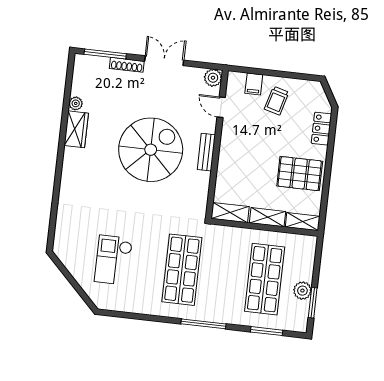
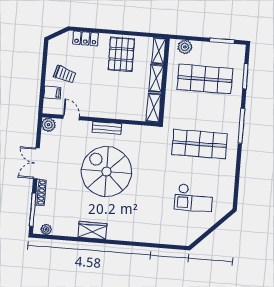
plant: (76, 103) -> (46, 229), moved
door: (221, 107) -> (71, 118), swing flipped
plant: (302, 291) -> (185, 47), moved

